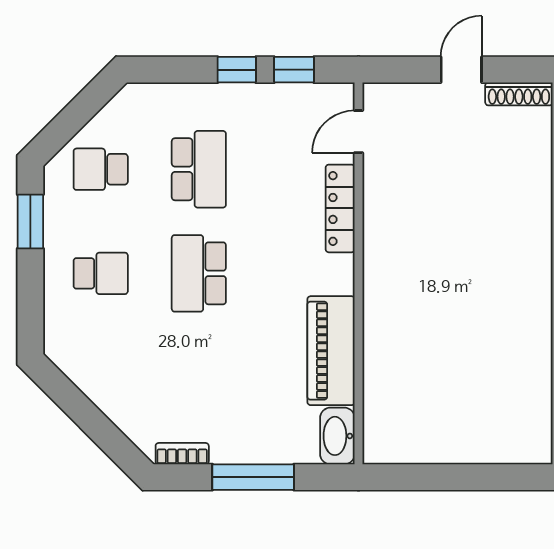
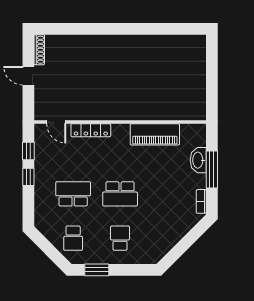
washbasin: (337, 436) -> (198, 160), moved, turned 90

